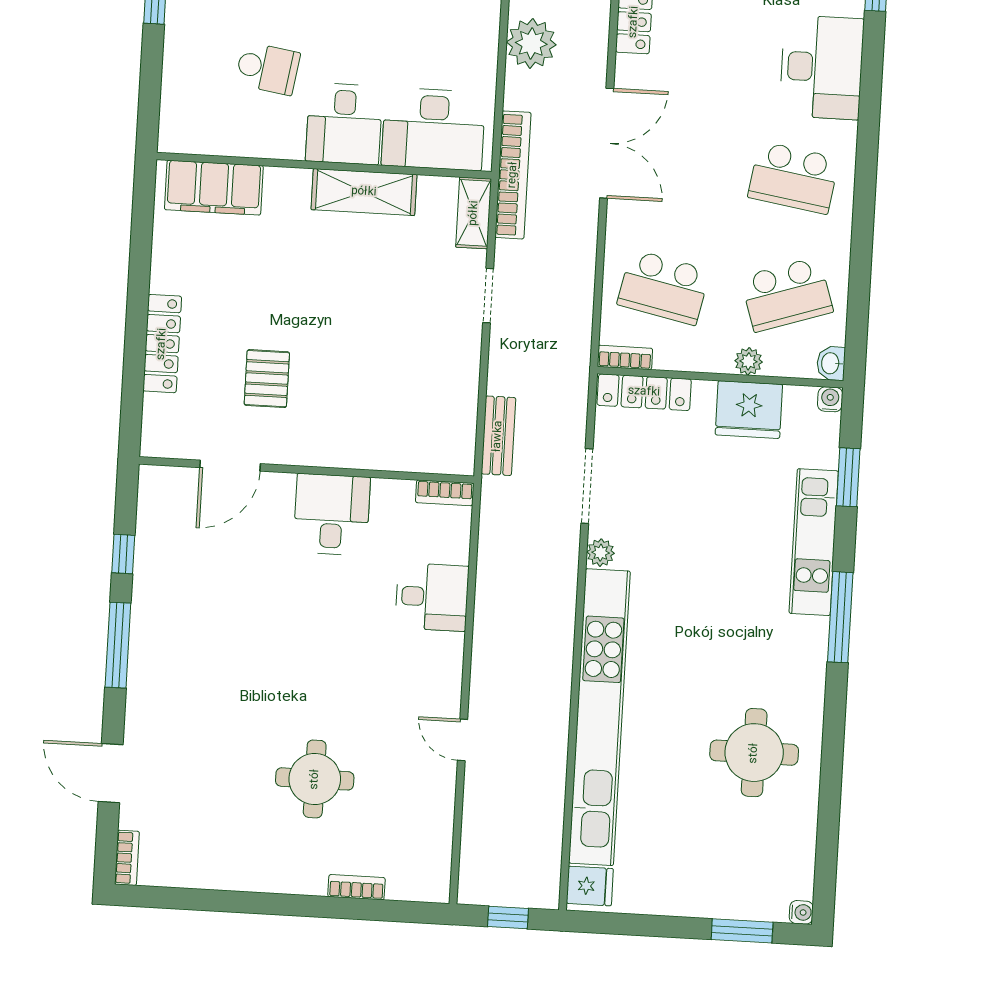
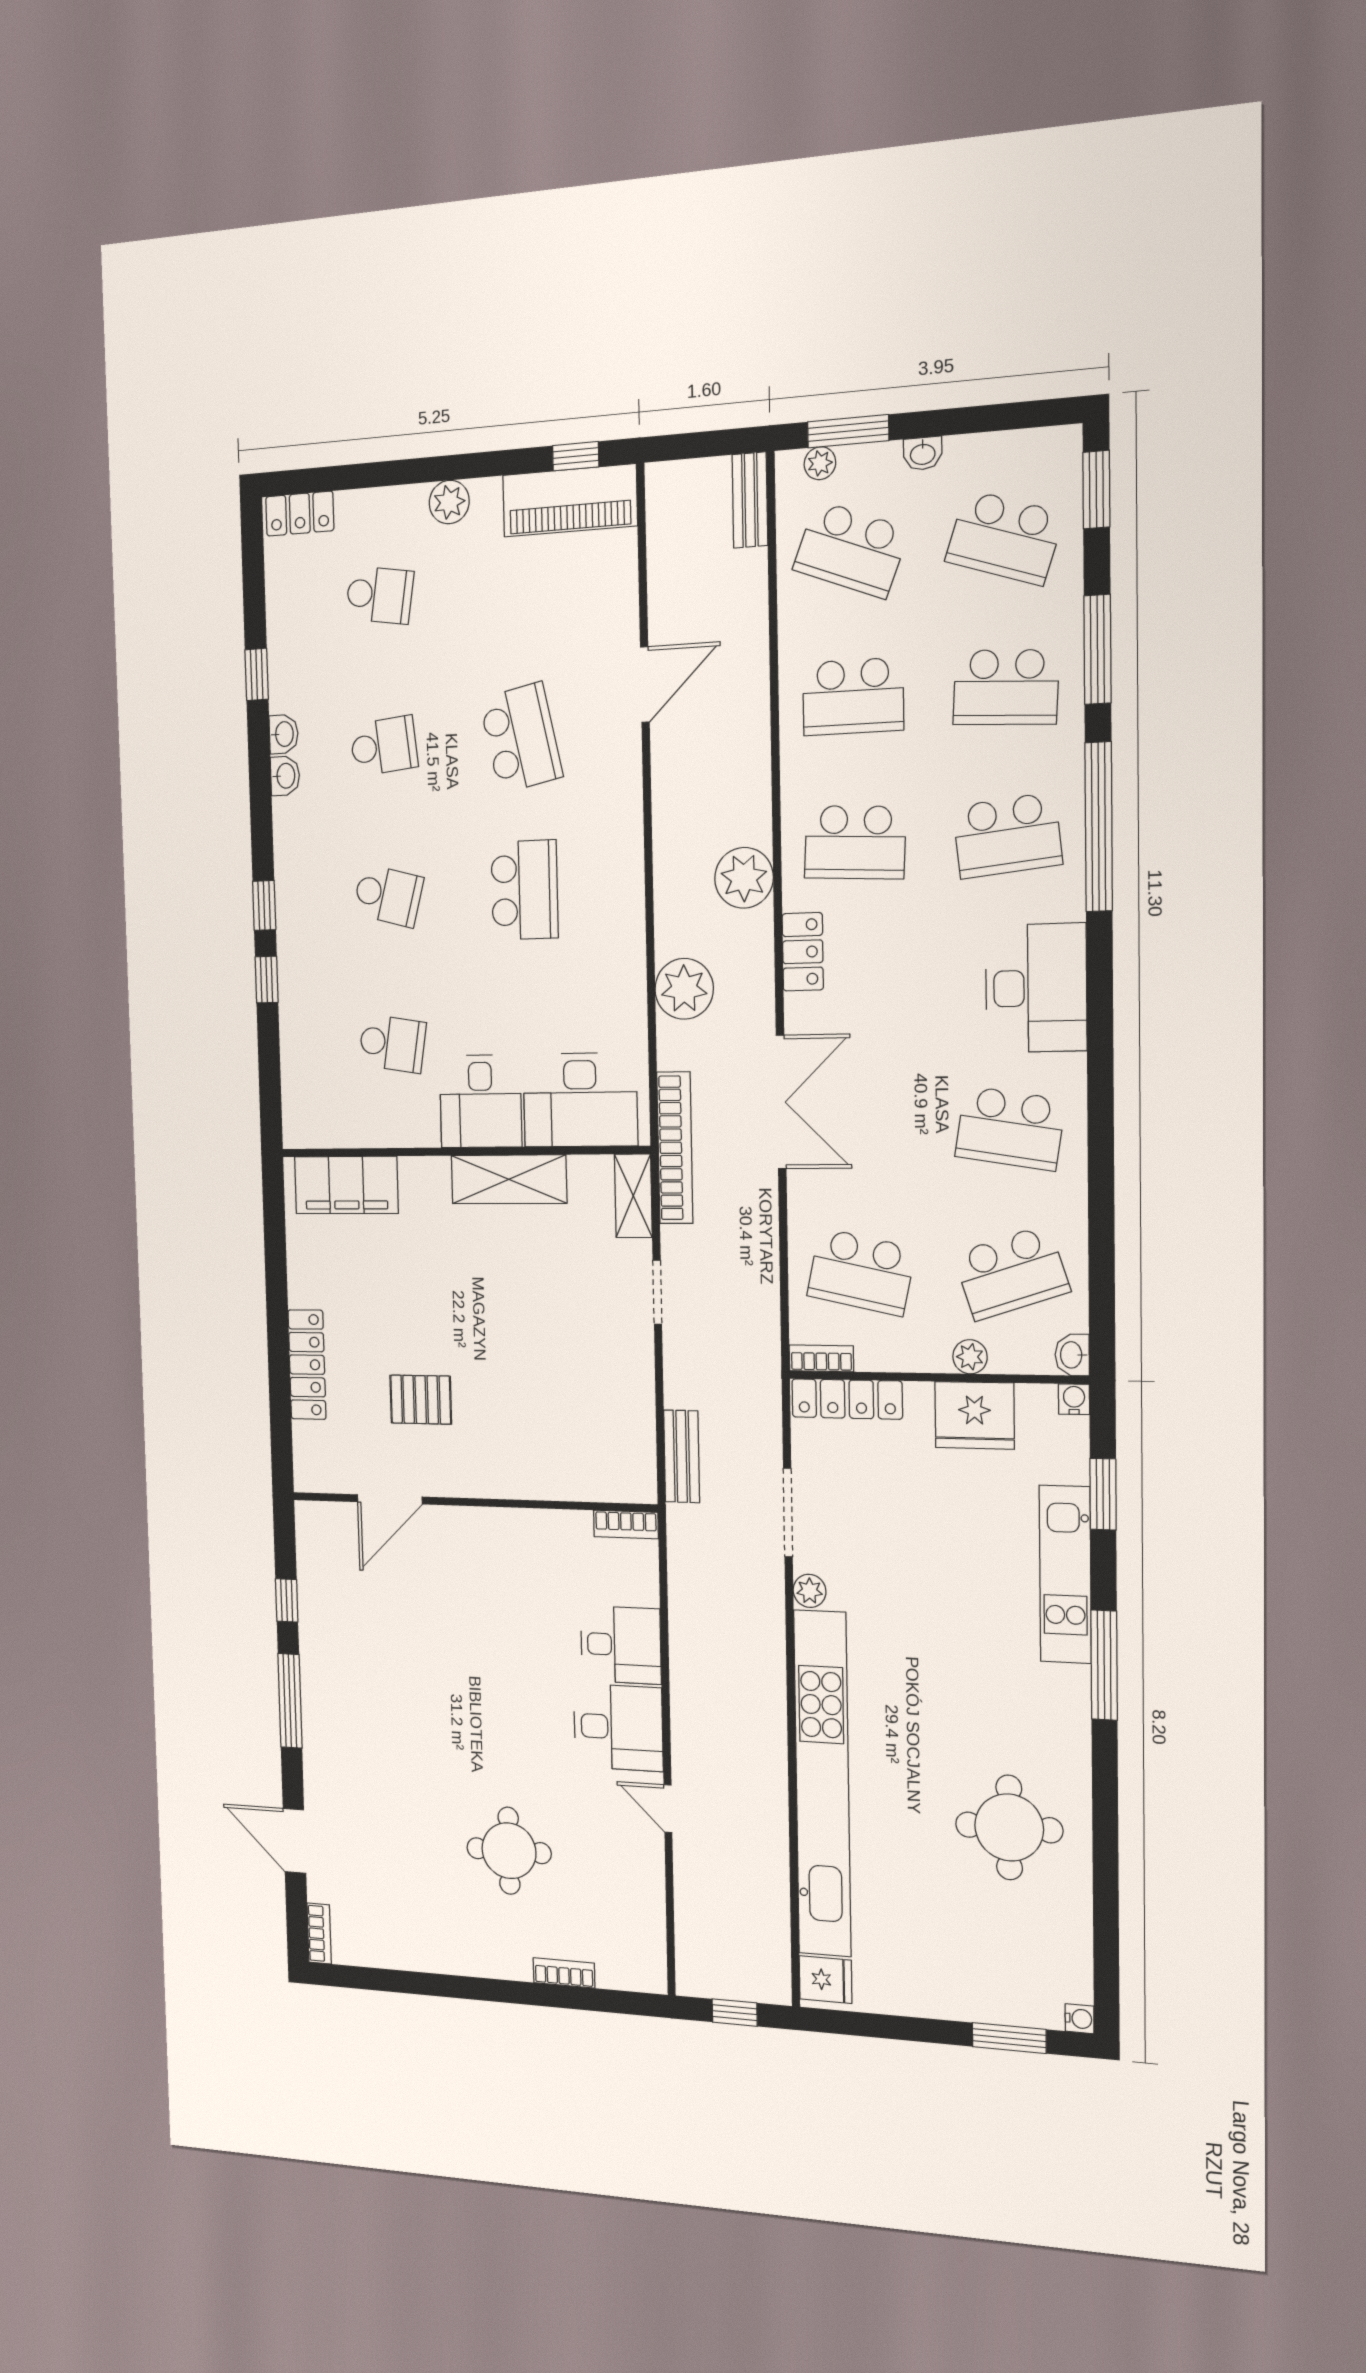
pallet: (267, 379) -> (421, 1400), turned 90
desk: (332, 514) -> (618, 1727), moved, turned 90

